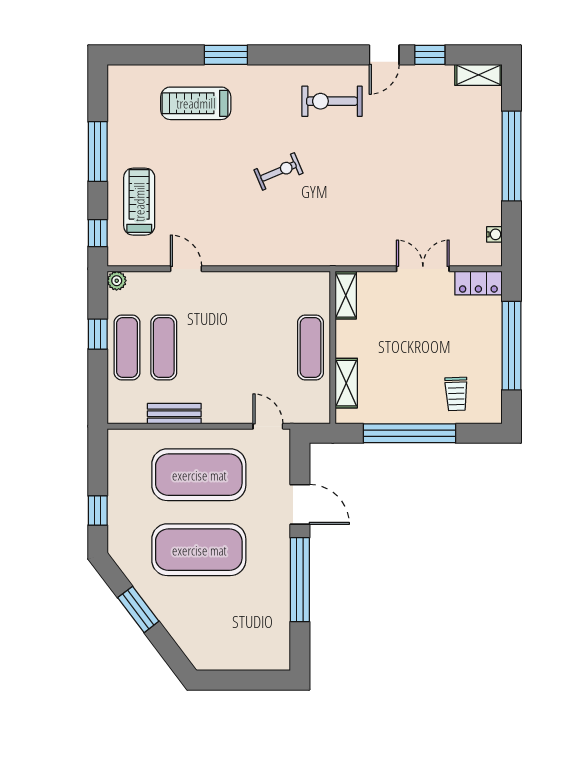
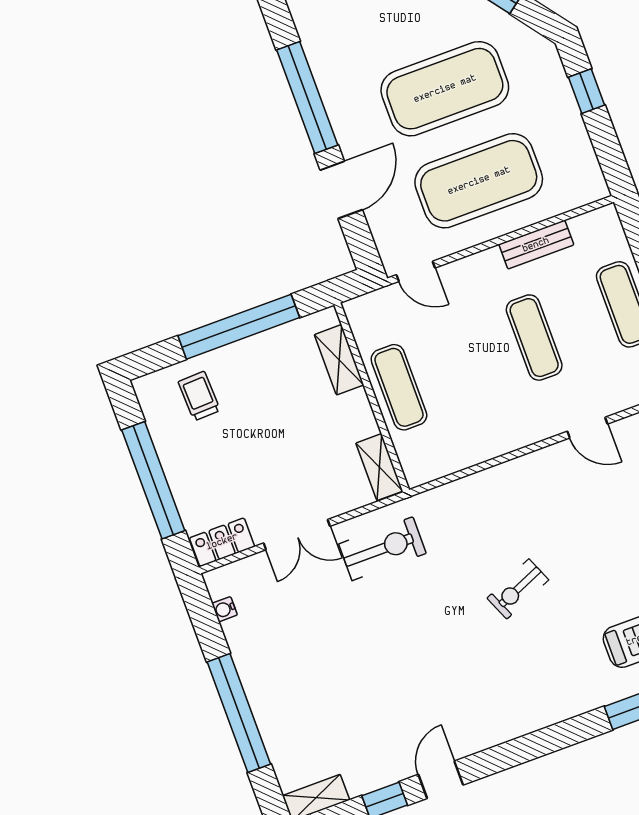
exercise bike: (332, 101) -> (382, 549), moved
exercise mat: (164, 348) -> (534, 338), moved
door: (300, 504) -> (341, 190), swing flipped

